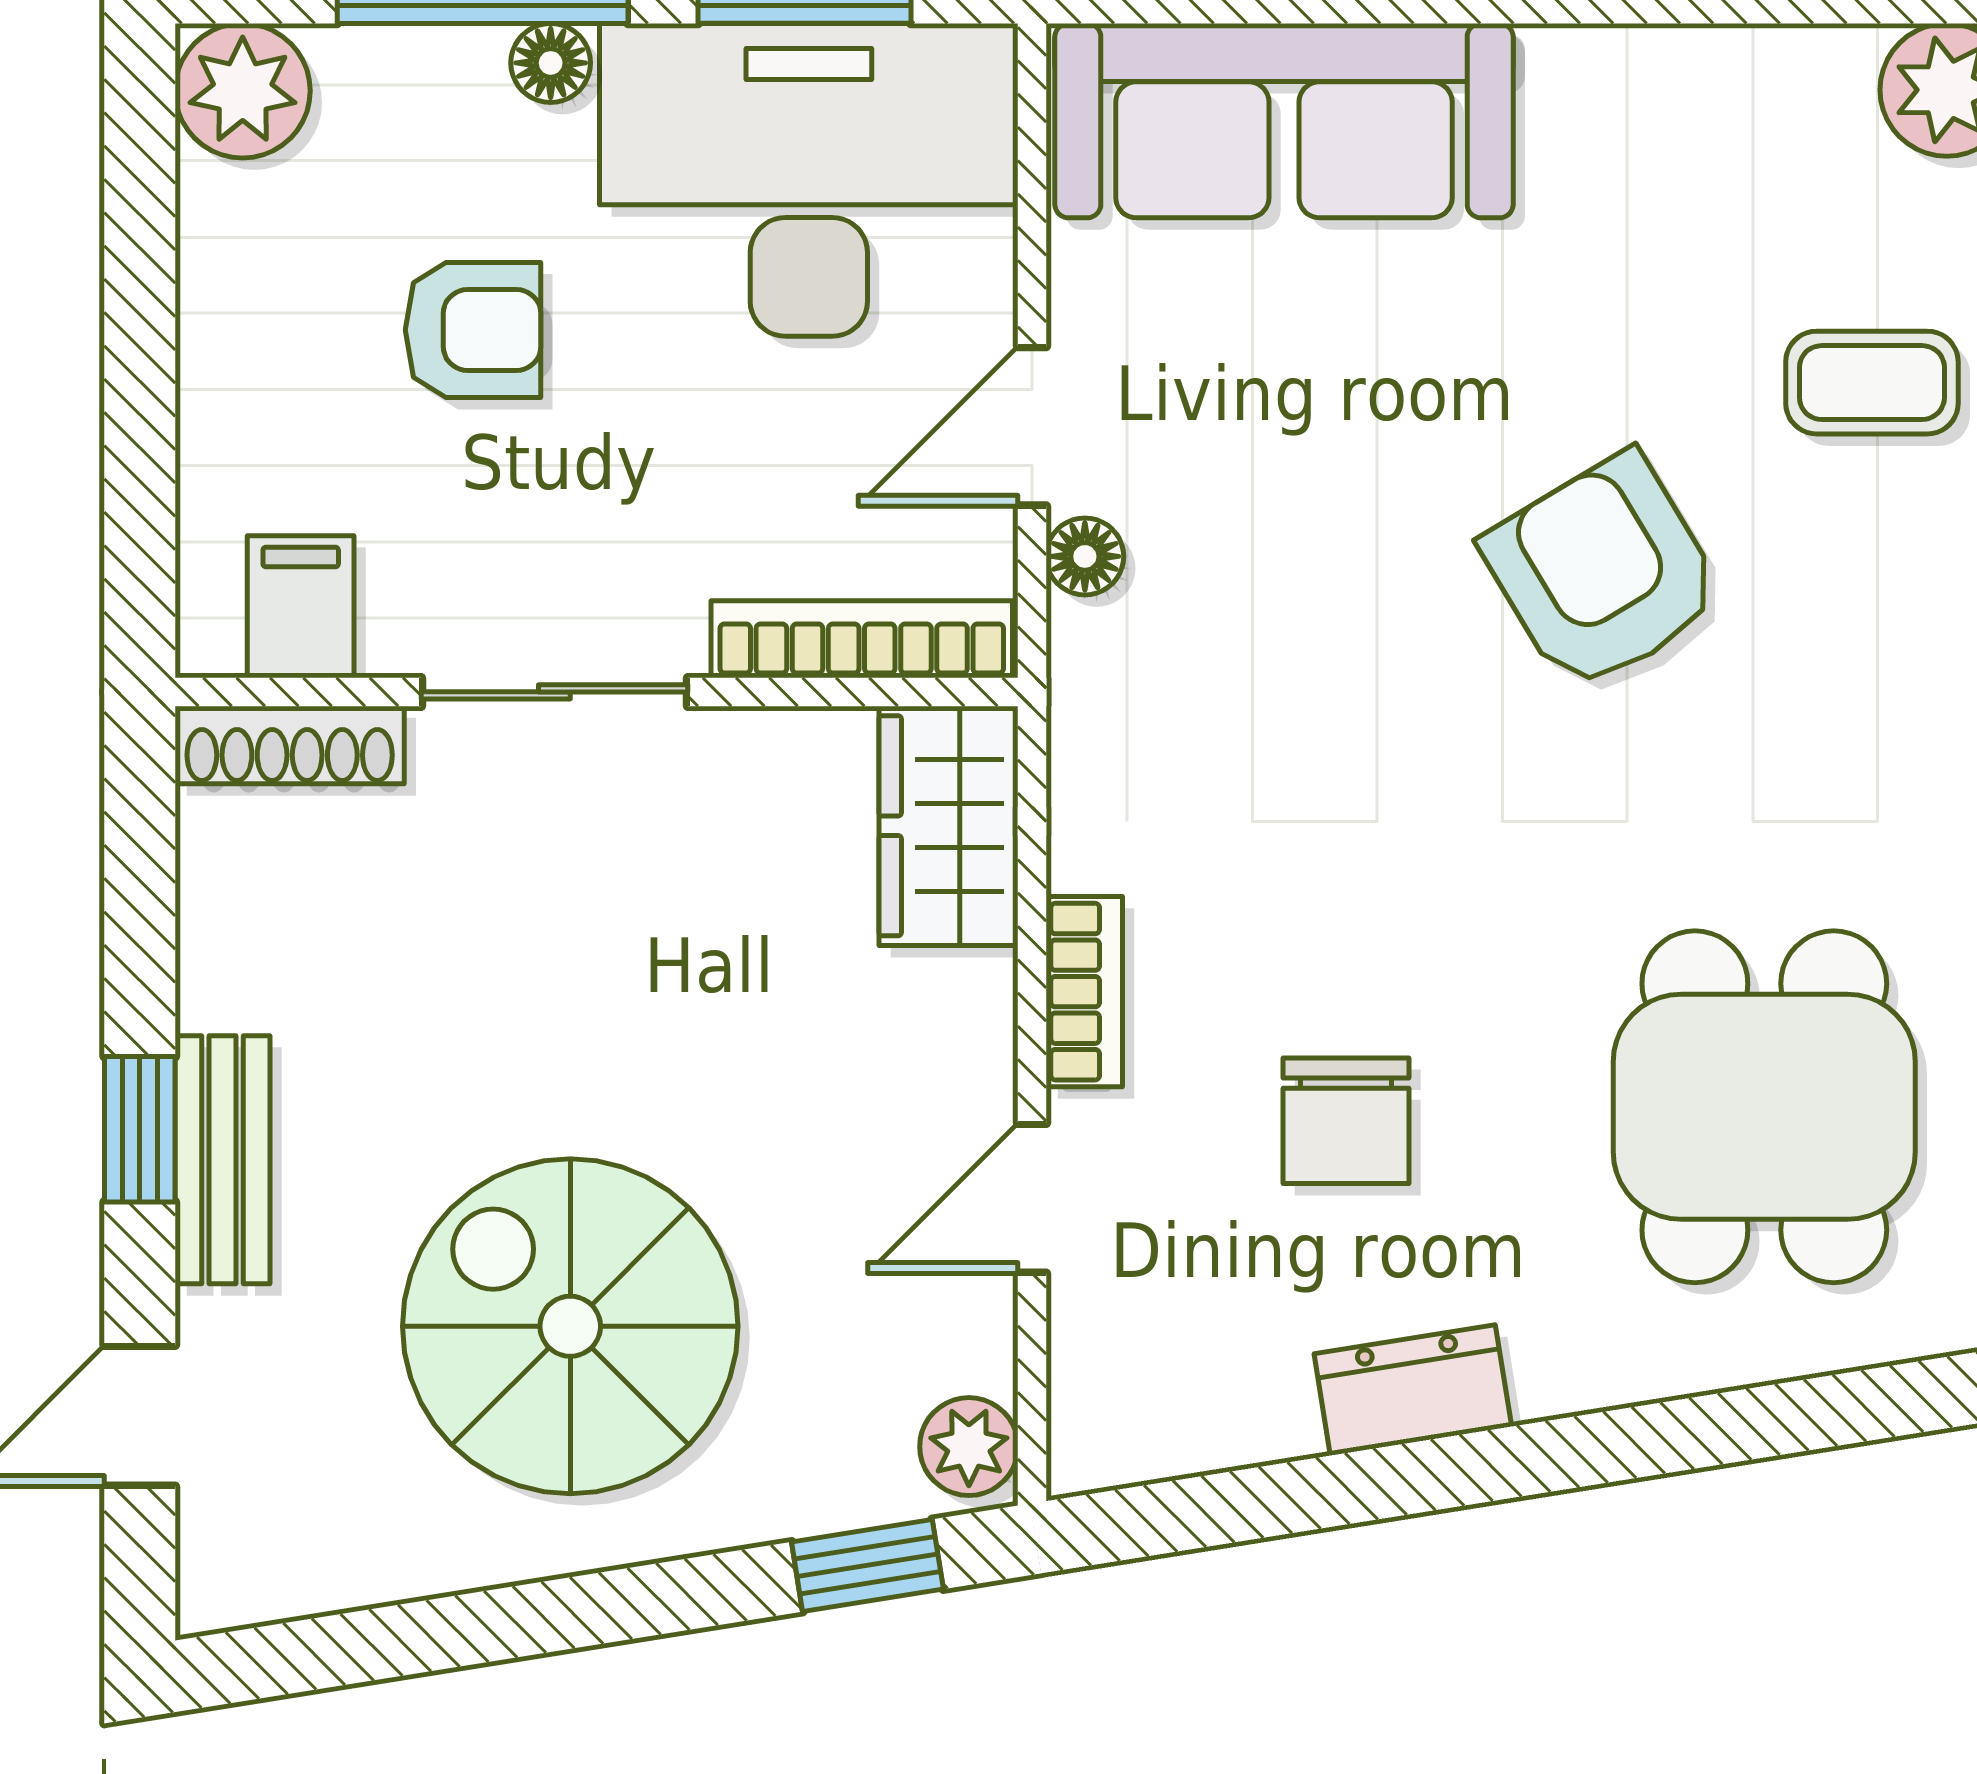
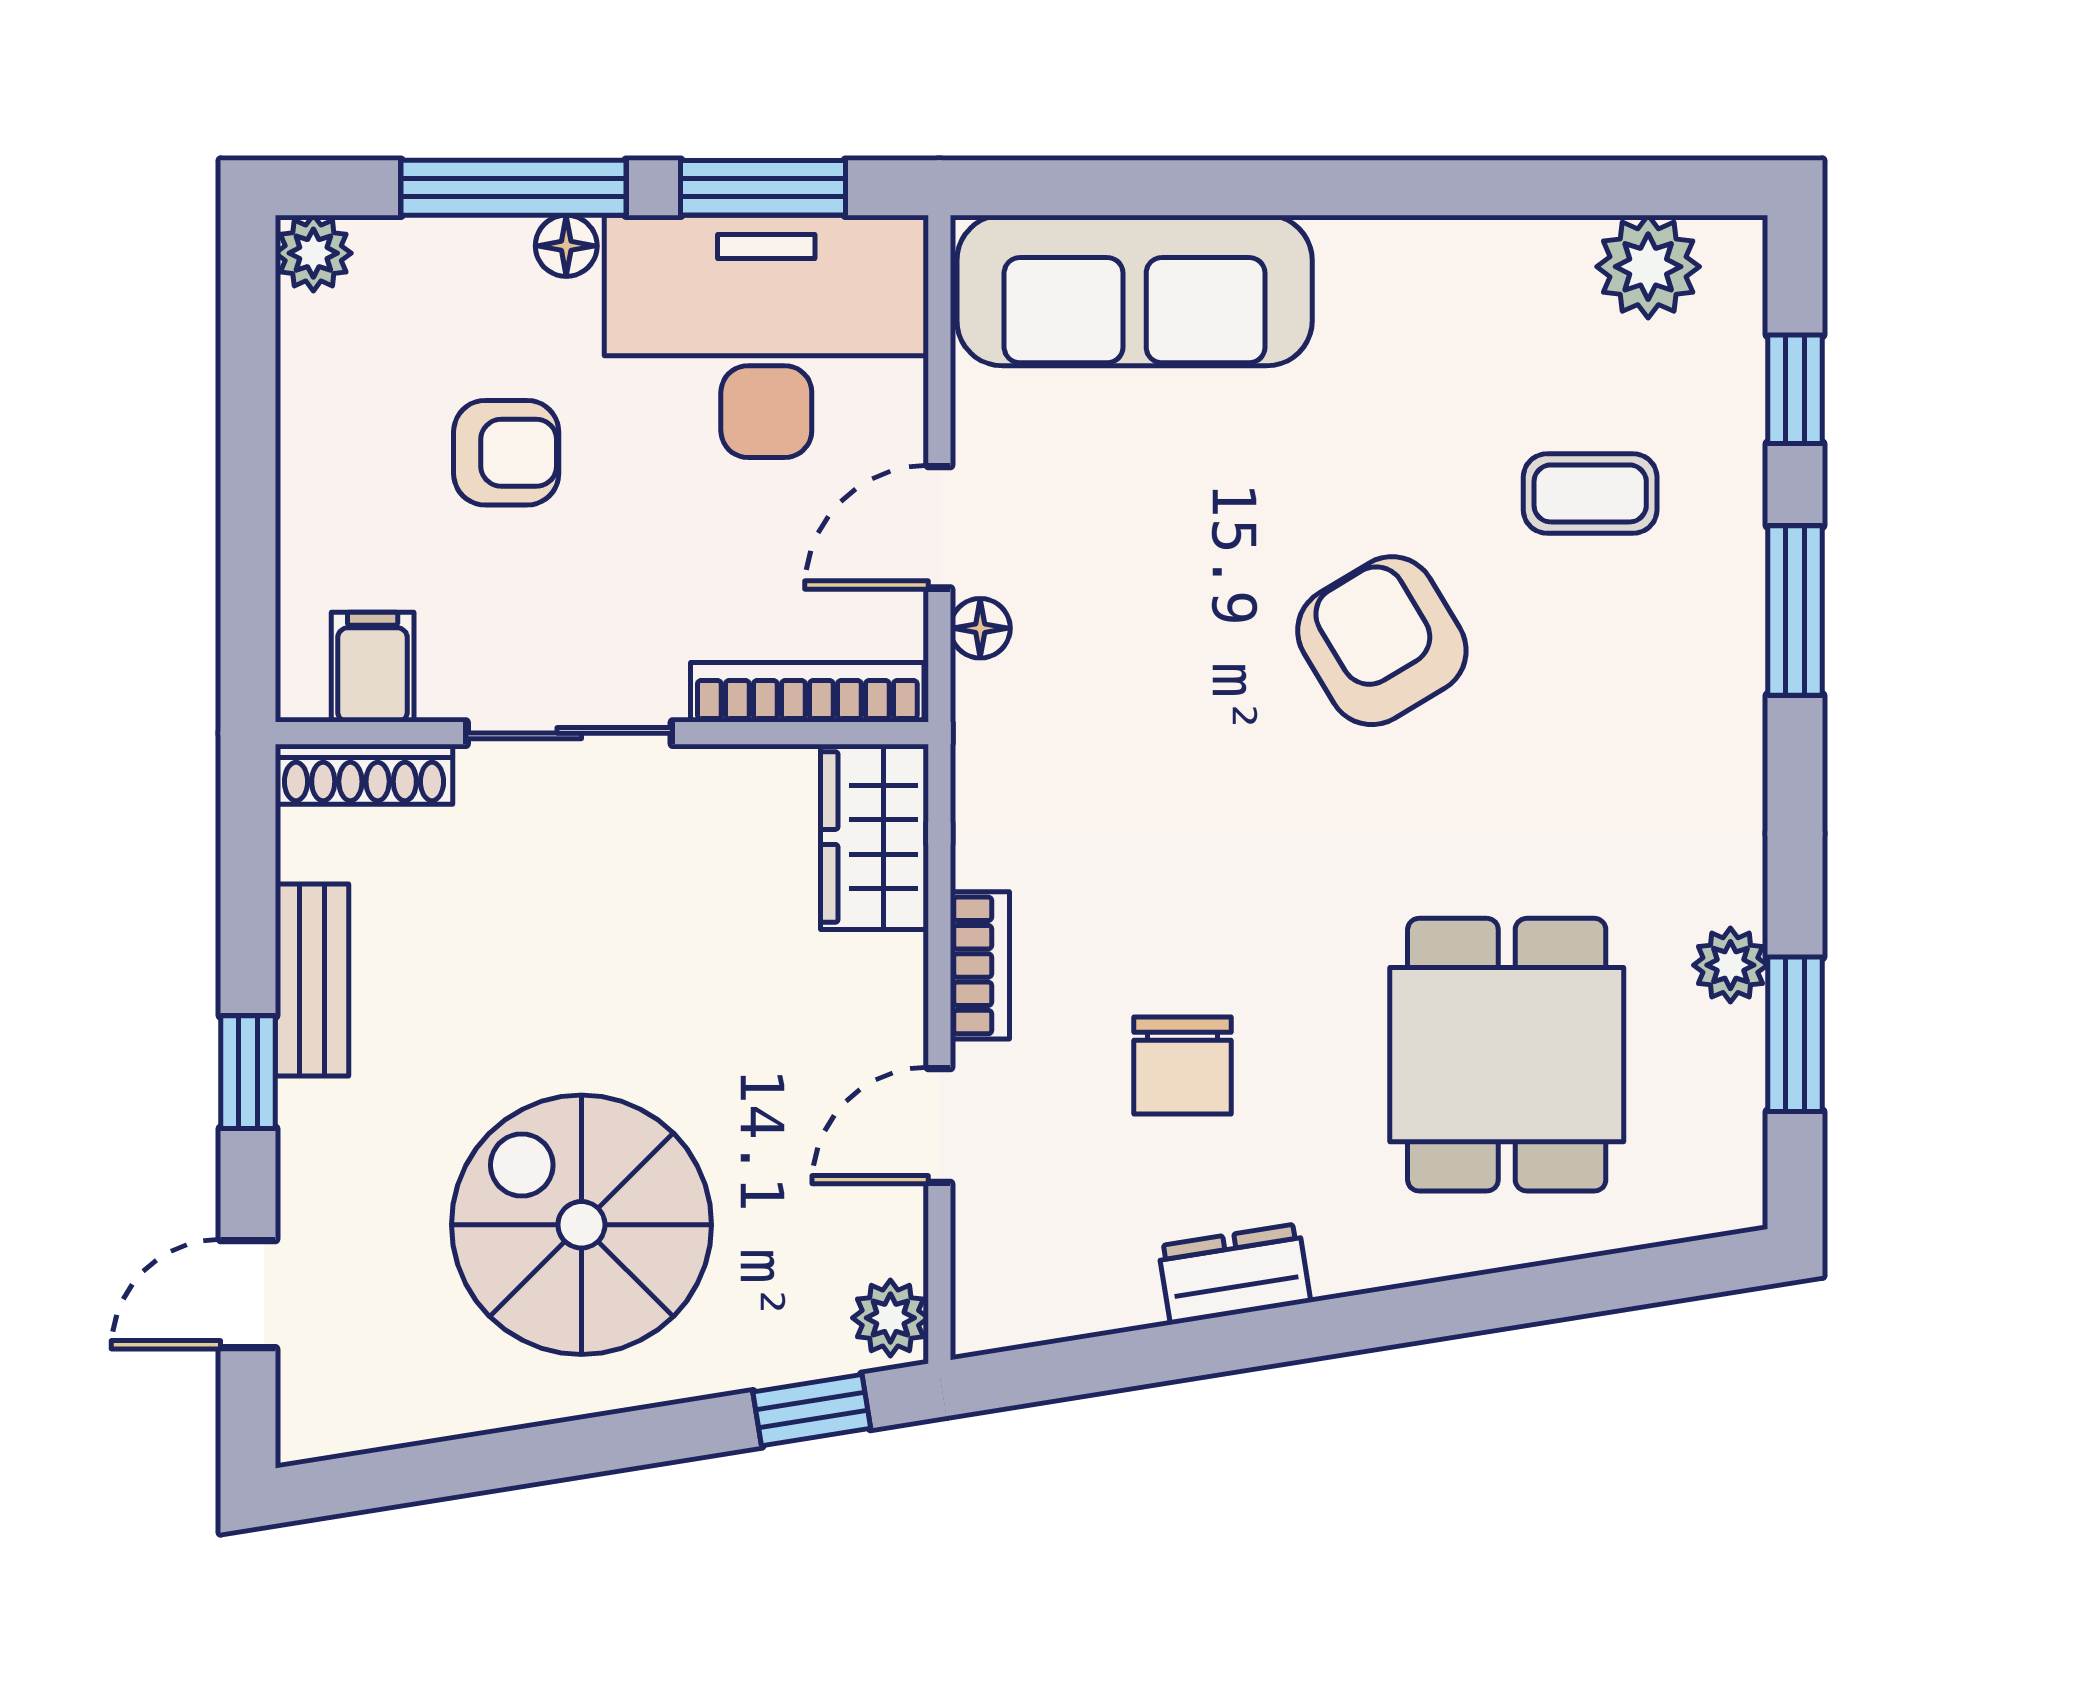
plant: (243, 91) -> (313, 253), width x0.73, depth x0.73
bench: (223, 1160) -> (312, 980), moved

